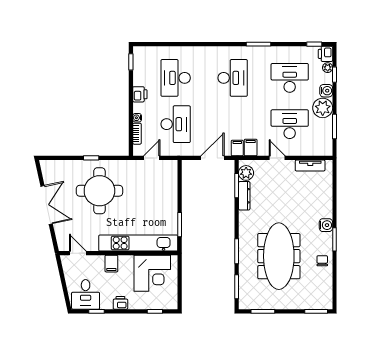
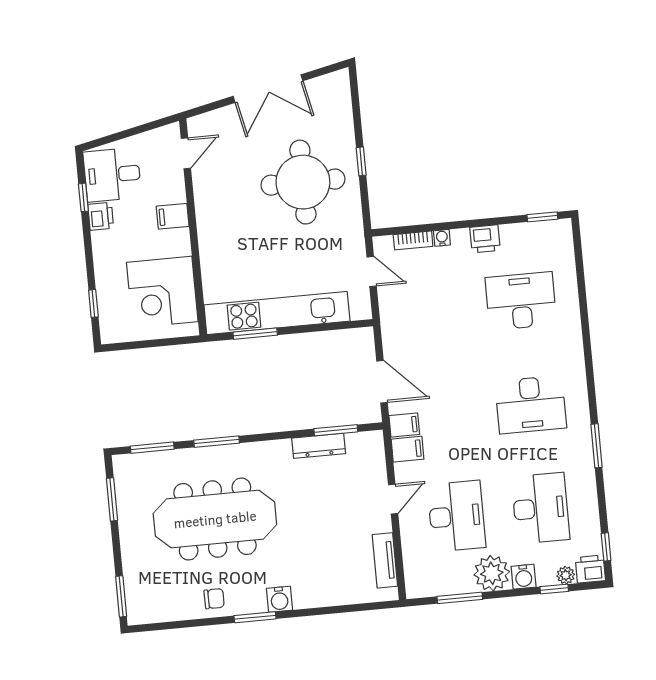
desk: (176, 124) -> (437, 309), removed
plant: (246, 173) -> (360, 445), removed
kitchen unit: (138, 243) -> (277, 313), moved, turned -90
printer: (120, 303) -> (101, 216), moved

